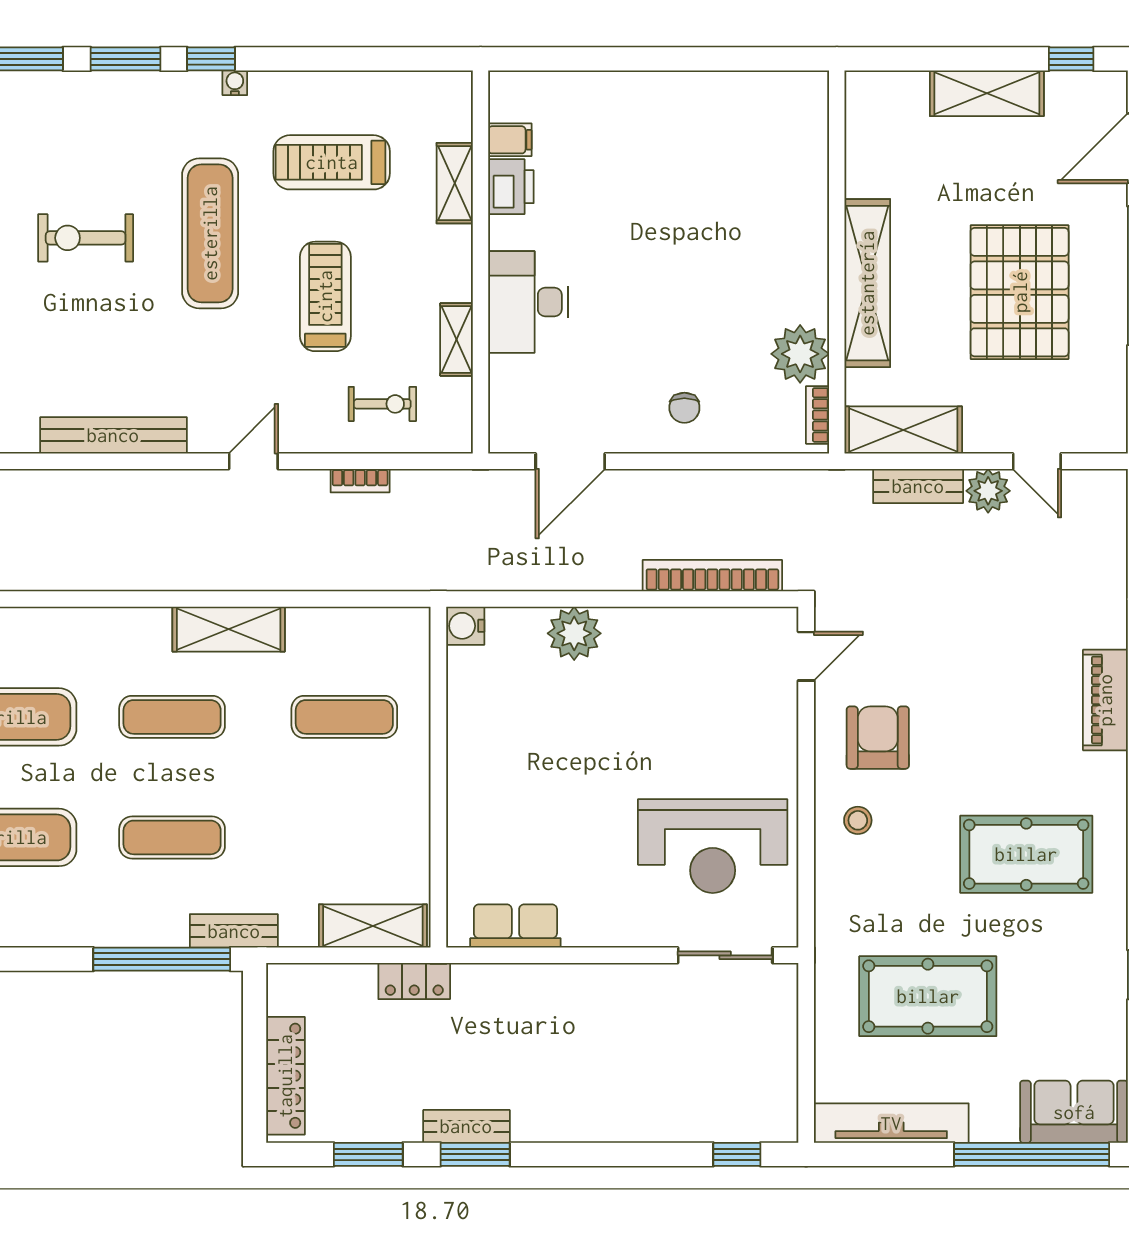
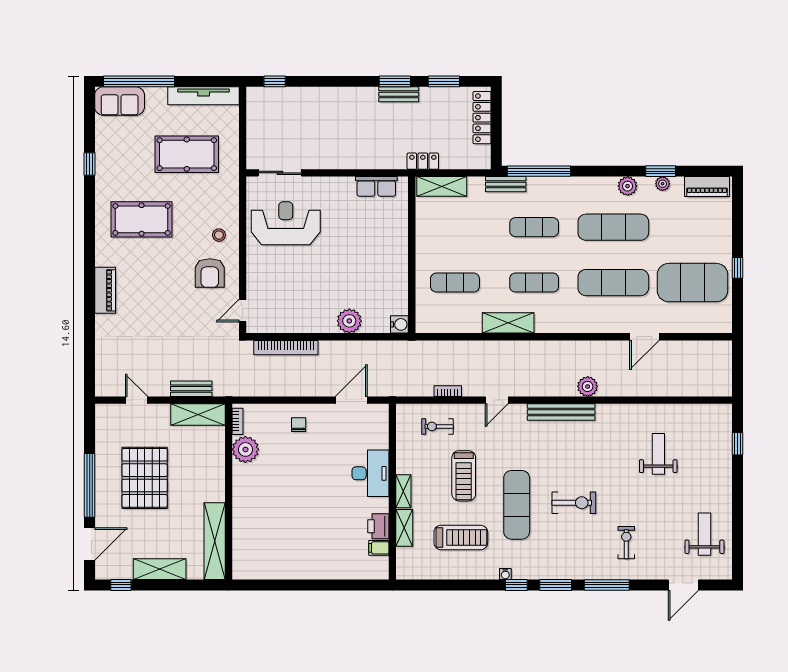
shelving: (867, 283) -> (215, 541), moved
shelving: (457, 339) -> (403, 491), moved
plant: (988, 491) -> (588, 386), moved

